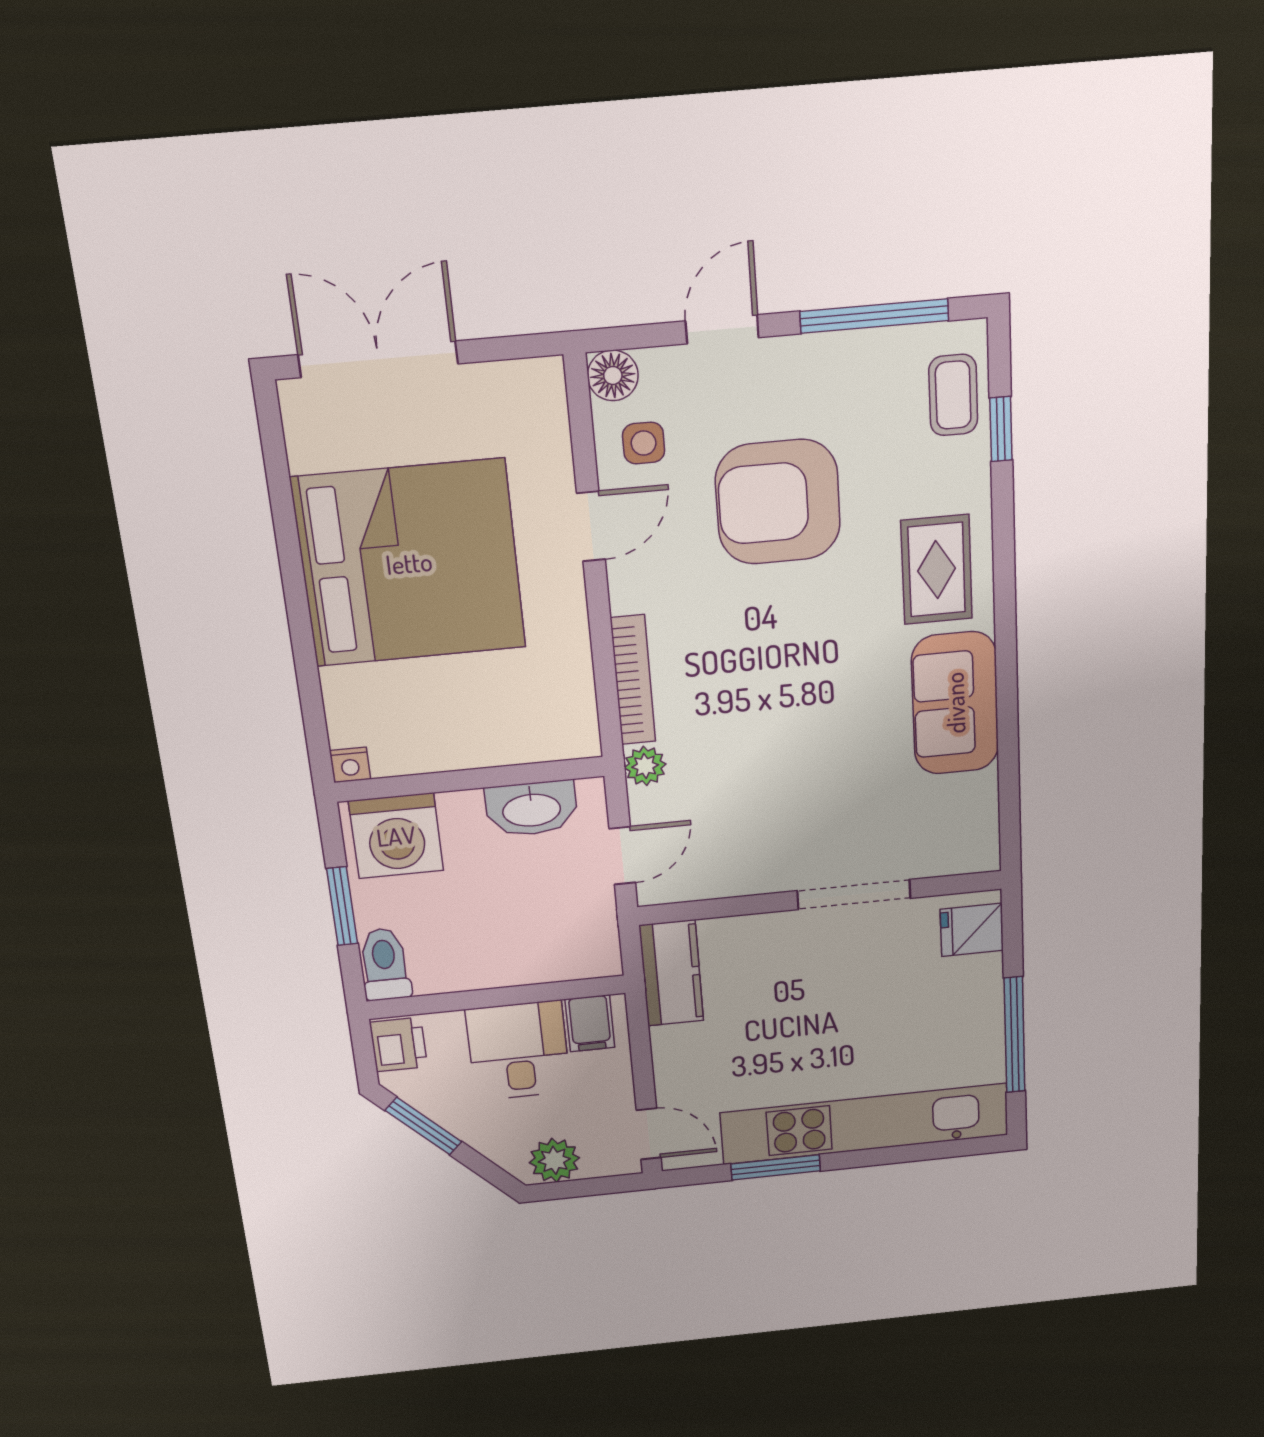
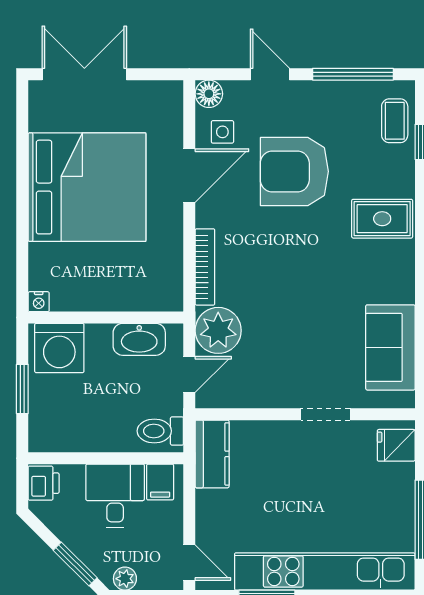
door: (722, 329) -> (270, 74), hinge flipped
door: (591, 526) -> (189, 176), width x1.37
rug: (937, 570) -> (382, 219), turned 90
sofa: (955, 703) -> (390, 347), moved
plant: (645, 766) -> (218, 330), width x1.87, depth x1.87
doorway: (854, 895) -> (325, 414), width x0.73
toilet: (385, 964) -> (160, 431), moved, turned -90
window: (423, 1126) -> (75, 564), moved
plant: (554, 1160) -> (125, 579), width x0.73, depth x0.73

